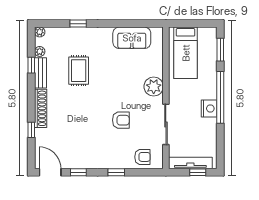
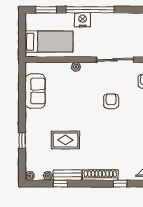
plant: (154, 87) -> (76, 67), width x0.53, depth x0.53
nightstand: (209, 108) -> (83, 20), moved

